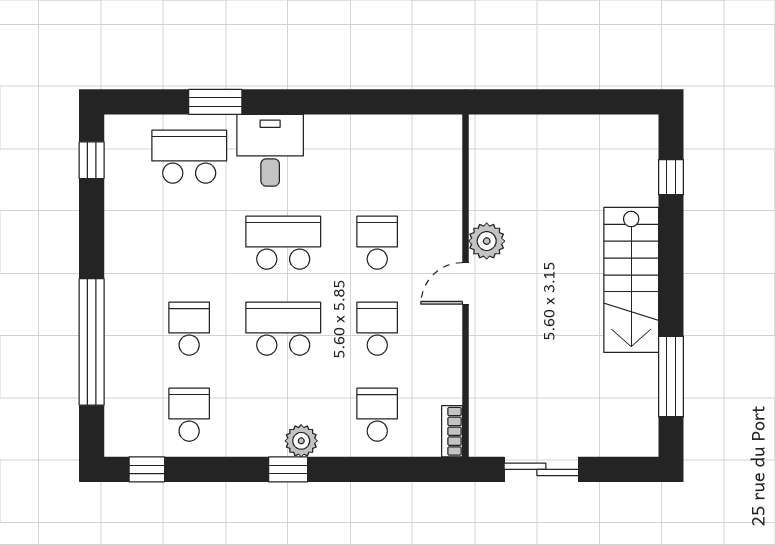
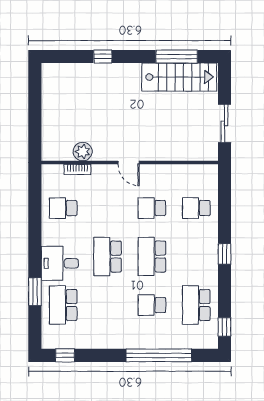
window: (671, 177) -> (103, 57), moved
plant: (487, 241) -> (83, 152), moved
school desk: (377, 243) -> (63, 208), moved
stairs: (631, 280) -> (179, 77), moved
school desk: (189, 415) -> (196, 305), width x1.85
bookcase: (452, 431) -> (77, 169), moved
plant: (301, 441) -> (210, 247), removed

